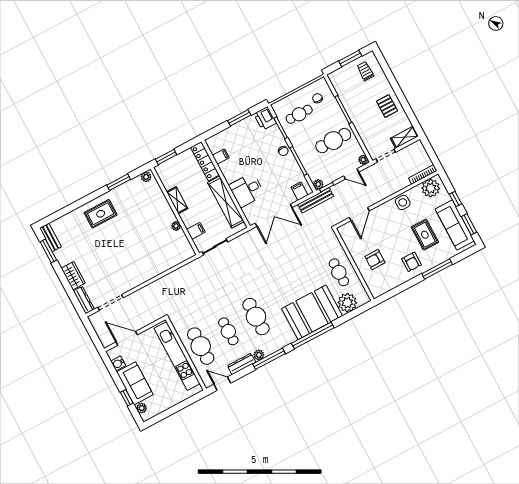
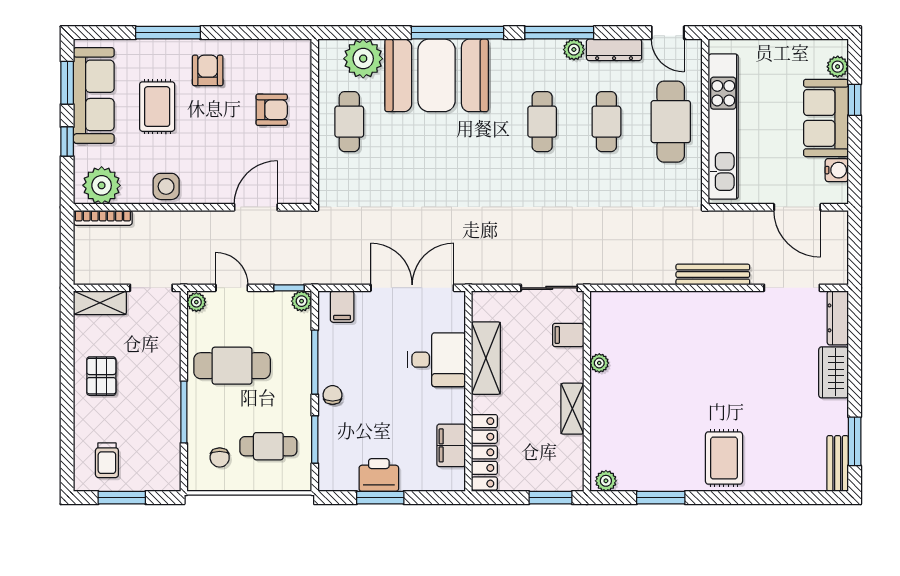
printer: (265, 118) -> (379, 475), moved, turned -90
filing cabinet: (221, 157) -> (451, 445), width x2.00
bench: (316, 200) -> (713, 275), moved
shelving: (226, 202) -> (486, 358), width x0.68
rug: (101, 214) -> (724, 458), turned 90
cafe table: (256, 317) -> (542, 122), width x0.73, depth x0.74

